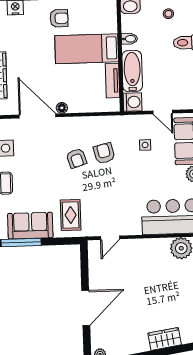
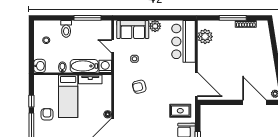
door: (163, 112) -> (113, 46), swing flipped
armchair: (76, 158) -> (142, 106), removed
door: (110, 238) -> (196, 84), width x1.88
door: (86, 308) -> (254, 102), moved
wardrobe: (165, 339) -> (266, 50), removed

